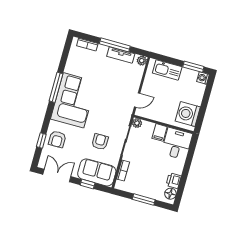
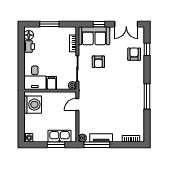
window: (115, 45) -> (97, 145), moved
window: (193, 67) -> (56, 145), moved
corner sofa: (73, 100) -> (130, 90), removed

